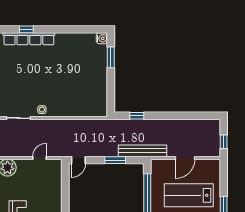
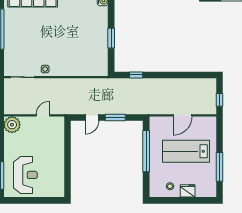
window: (111, 57) -> (111, 38), moved
bench: (143, 151) -> (142, 109), removed
door: (78, 160) -> (92, 118), moved

